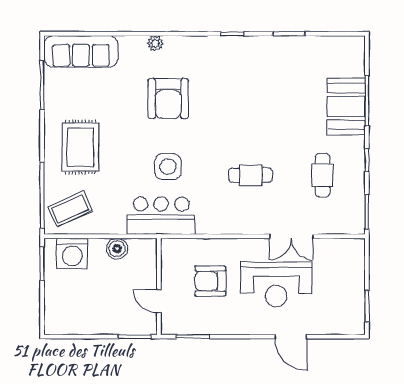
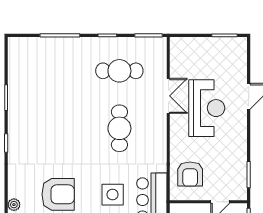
booth: (346, 107) -> (64, 52), removed
cafe table: (251, 175) -> (119, 128), width x1.37, depth x1.35
cafe table: (323, 175) -> (119, 71), width x1.37, depth x1.35
armchair: (210, 281) -> (190, 174), moved

